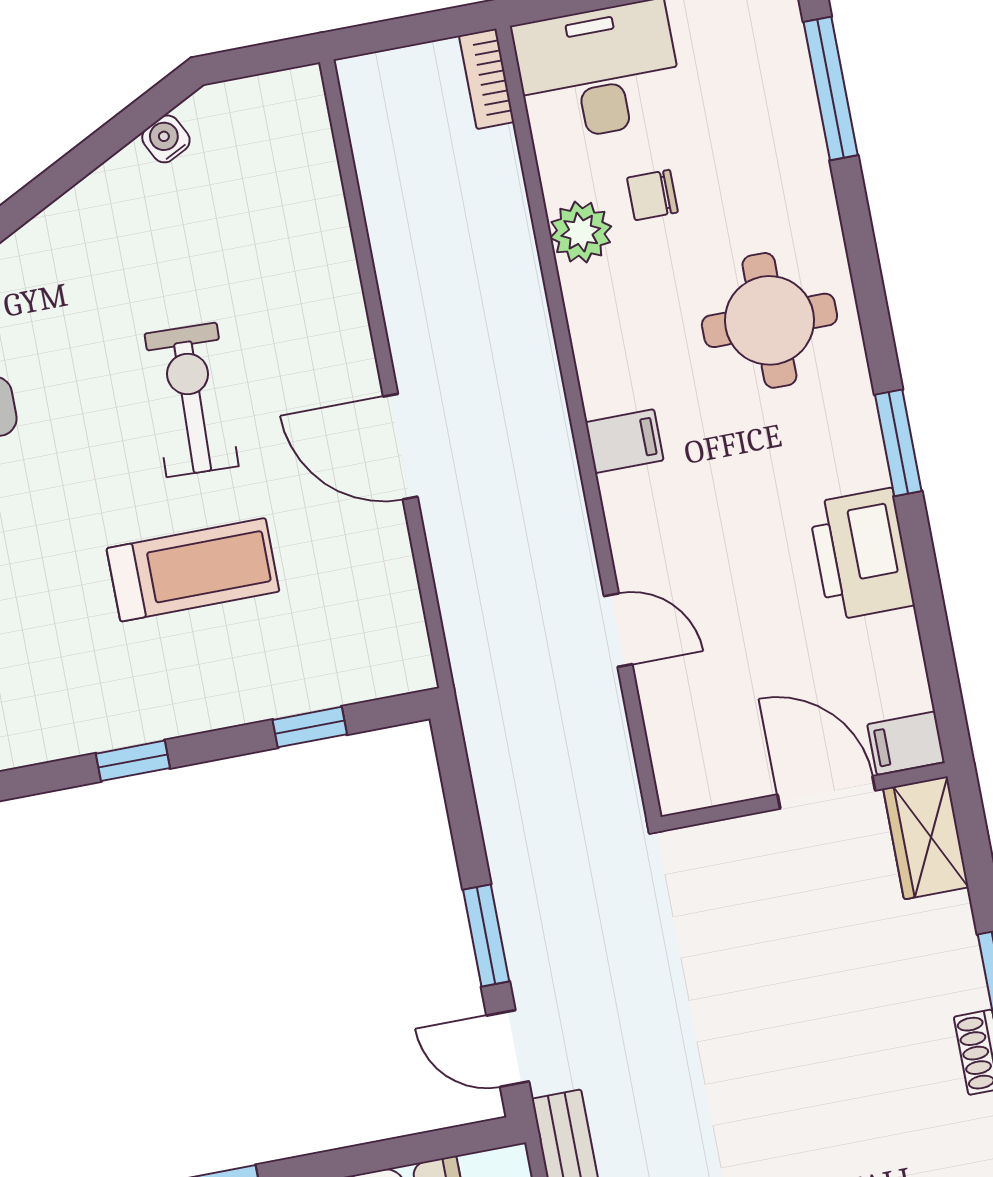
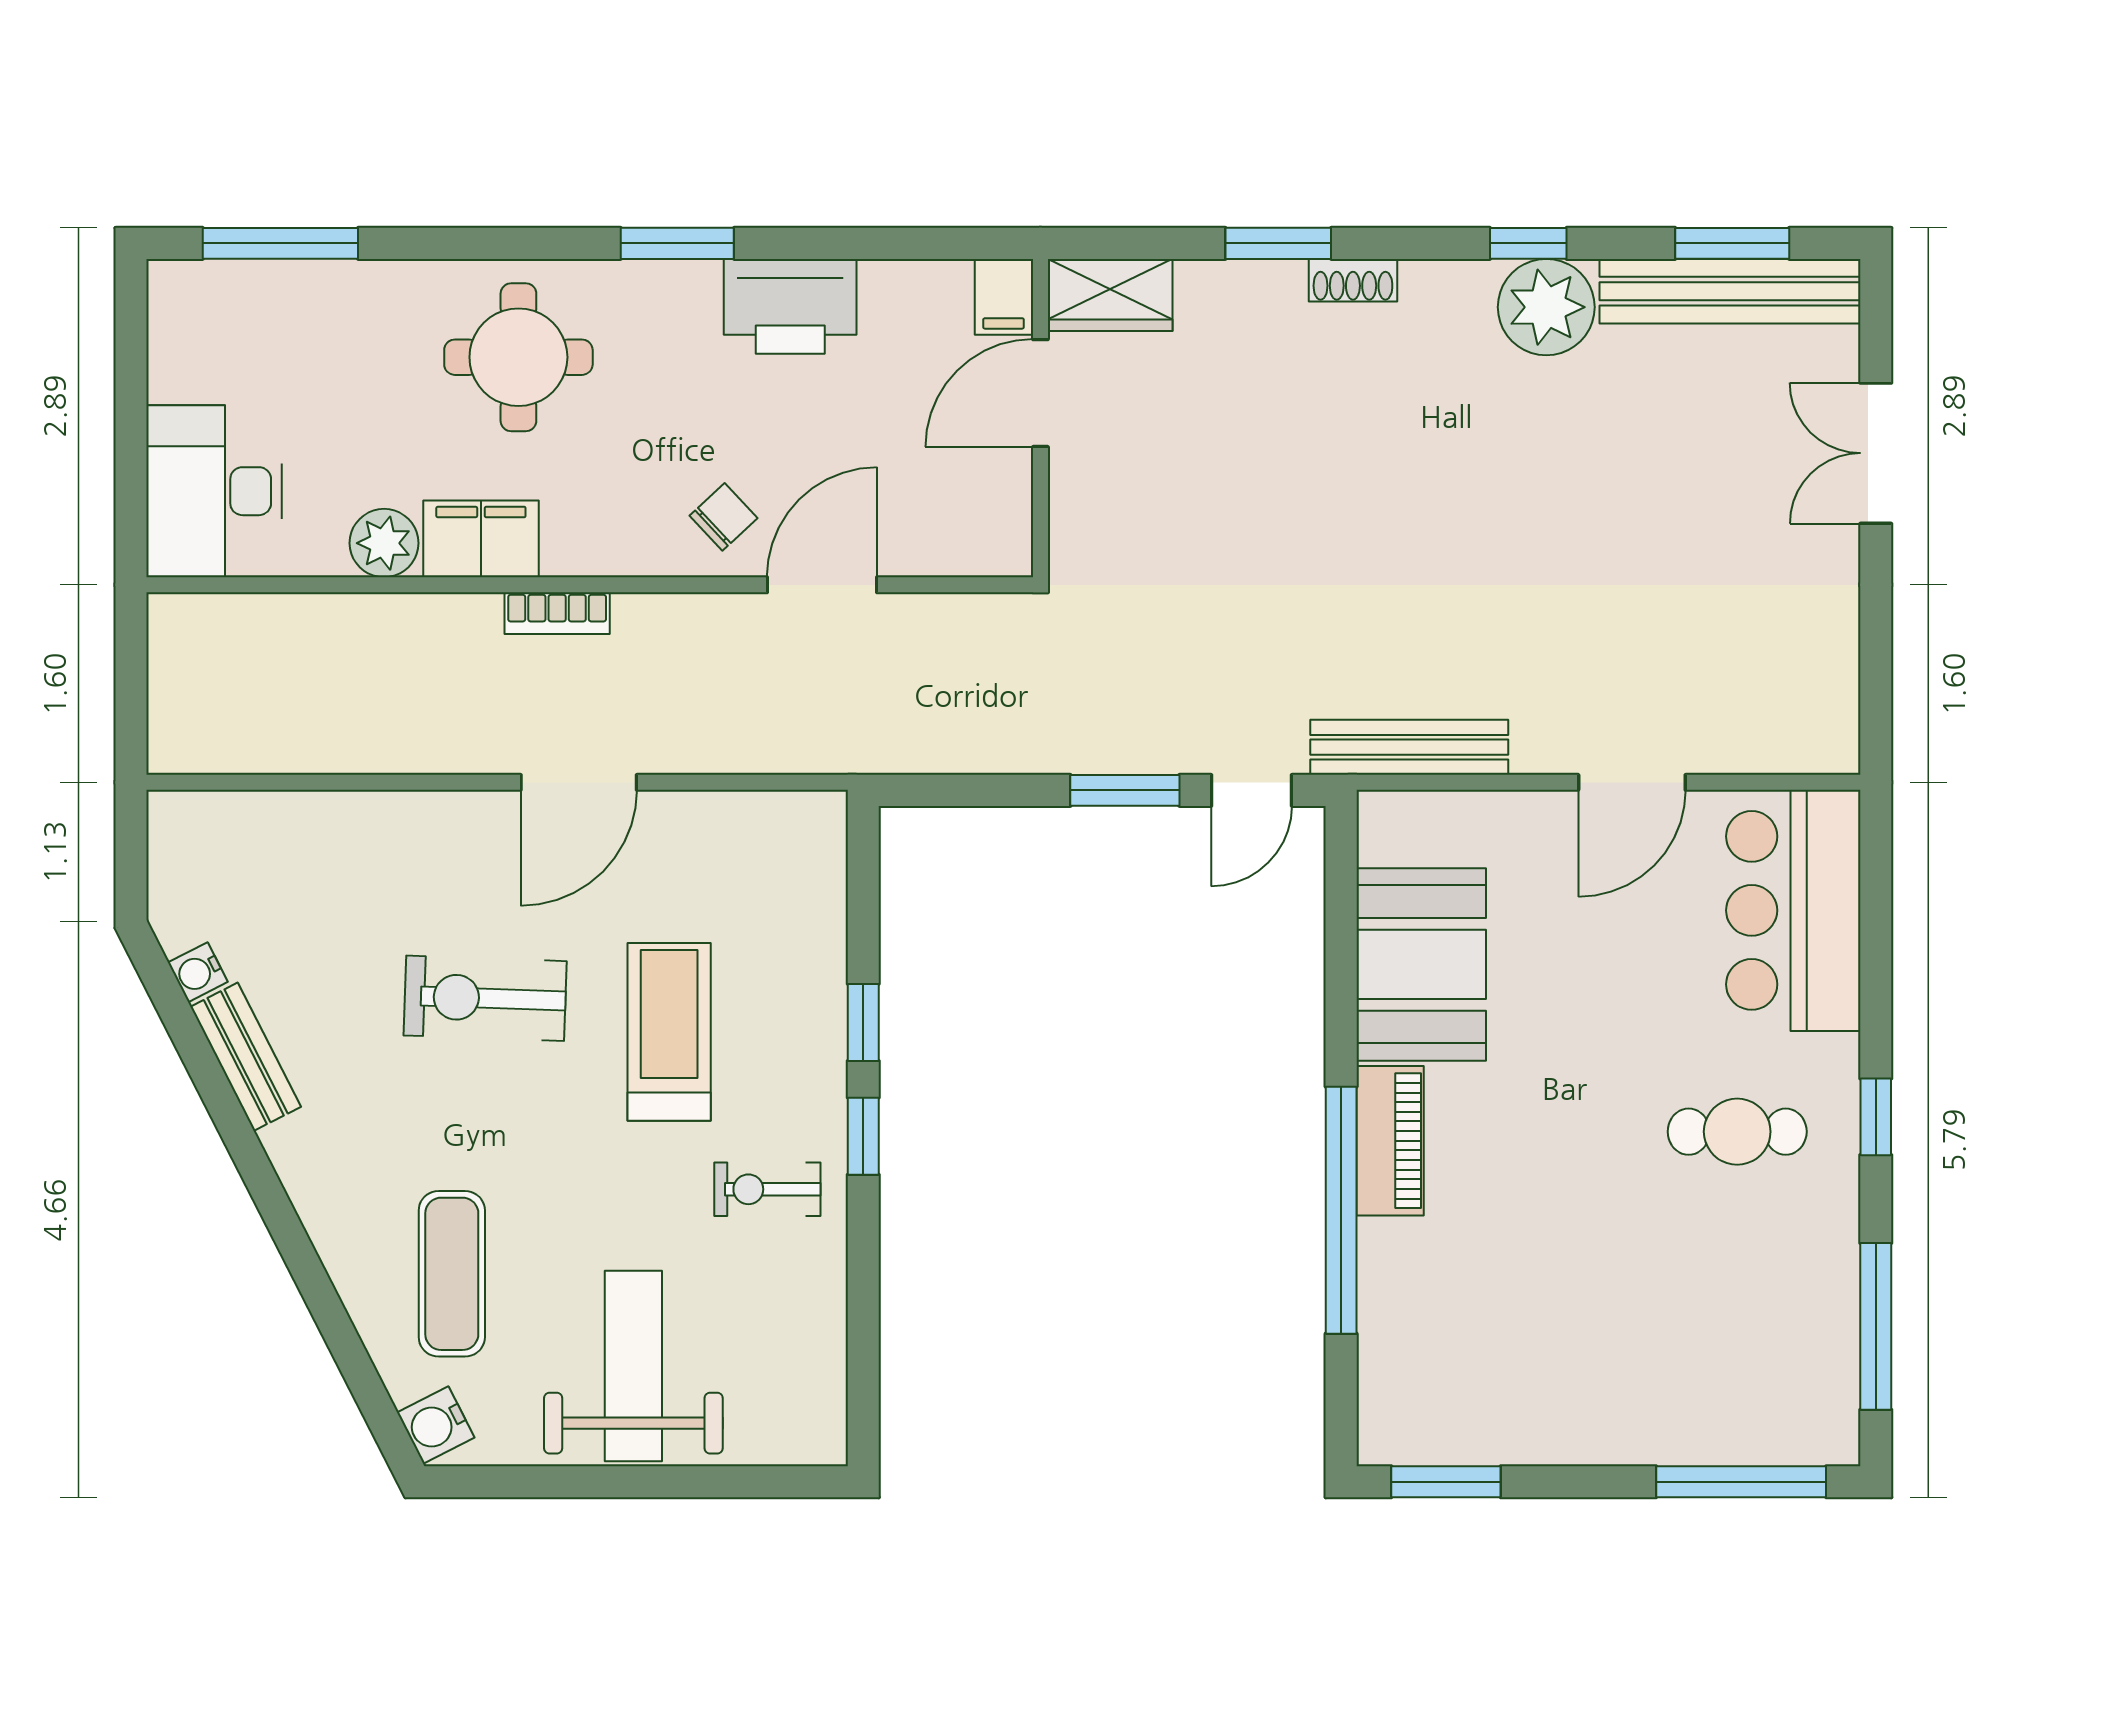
bookcase: (487, 79) -> (557, 613), moved
chair: (652, 195) -> (724, 517), moved, turned -133
bench: (99, 196) -> (246, 1057), added
filing cabinet: (624, 441) -> (481, 539), moved, width x2.00
door: (618, 630) -> (822, 585), width x1.38
exercise bike: (69, 684) -> (767, 1189), added
window: (310, 727) -> (863, 1022), moved

